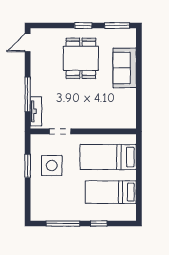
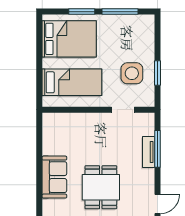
tv unit: (36, 111) -> (149, 152), moved
bed: (111, 192) -> (69, 39), width x1.50
window: (99, 224) -> (82, 12), width x1.50

